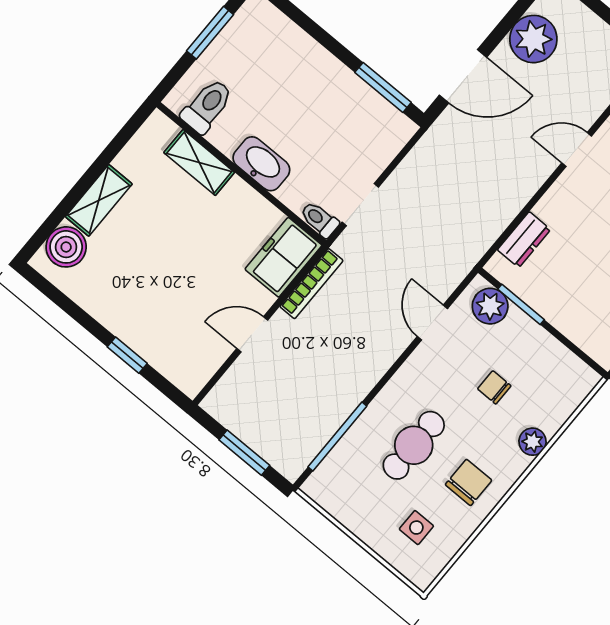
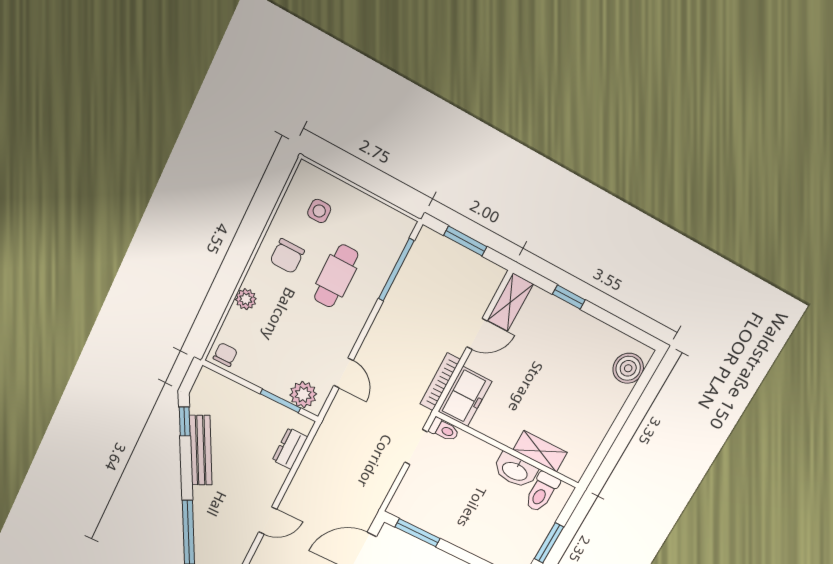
washbasin: (261, 164) -> (515, 471), moved
shelving: (99, 200) -> (510, 302), moved
chair: (494, 387) -> (225, 355), moved, turned -90

